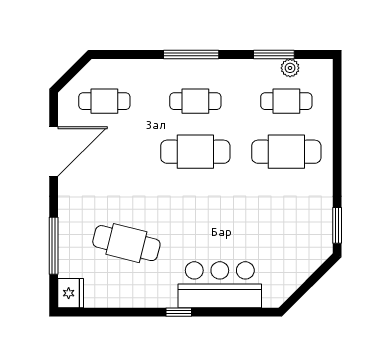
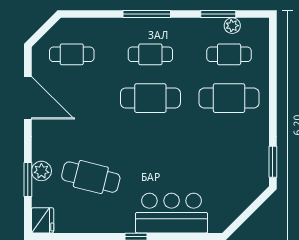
door: (54, 152) -> (28, 98), hinge flipped
plant: (69, 236) -> (41, 171), added
window: (54, 246) -> (28, 179), width x0.69

